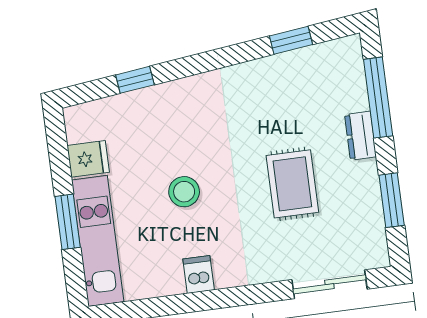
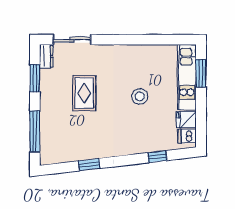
window: (291, 40) -> (89, 165), moved
dresser: (360, 136) -> (46, 56), moved
window: (68, 222) -> (201, 73), moved
dishwasher: (199, 274) -> (187, 136), moved, turned 90

